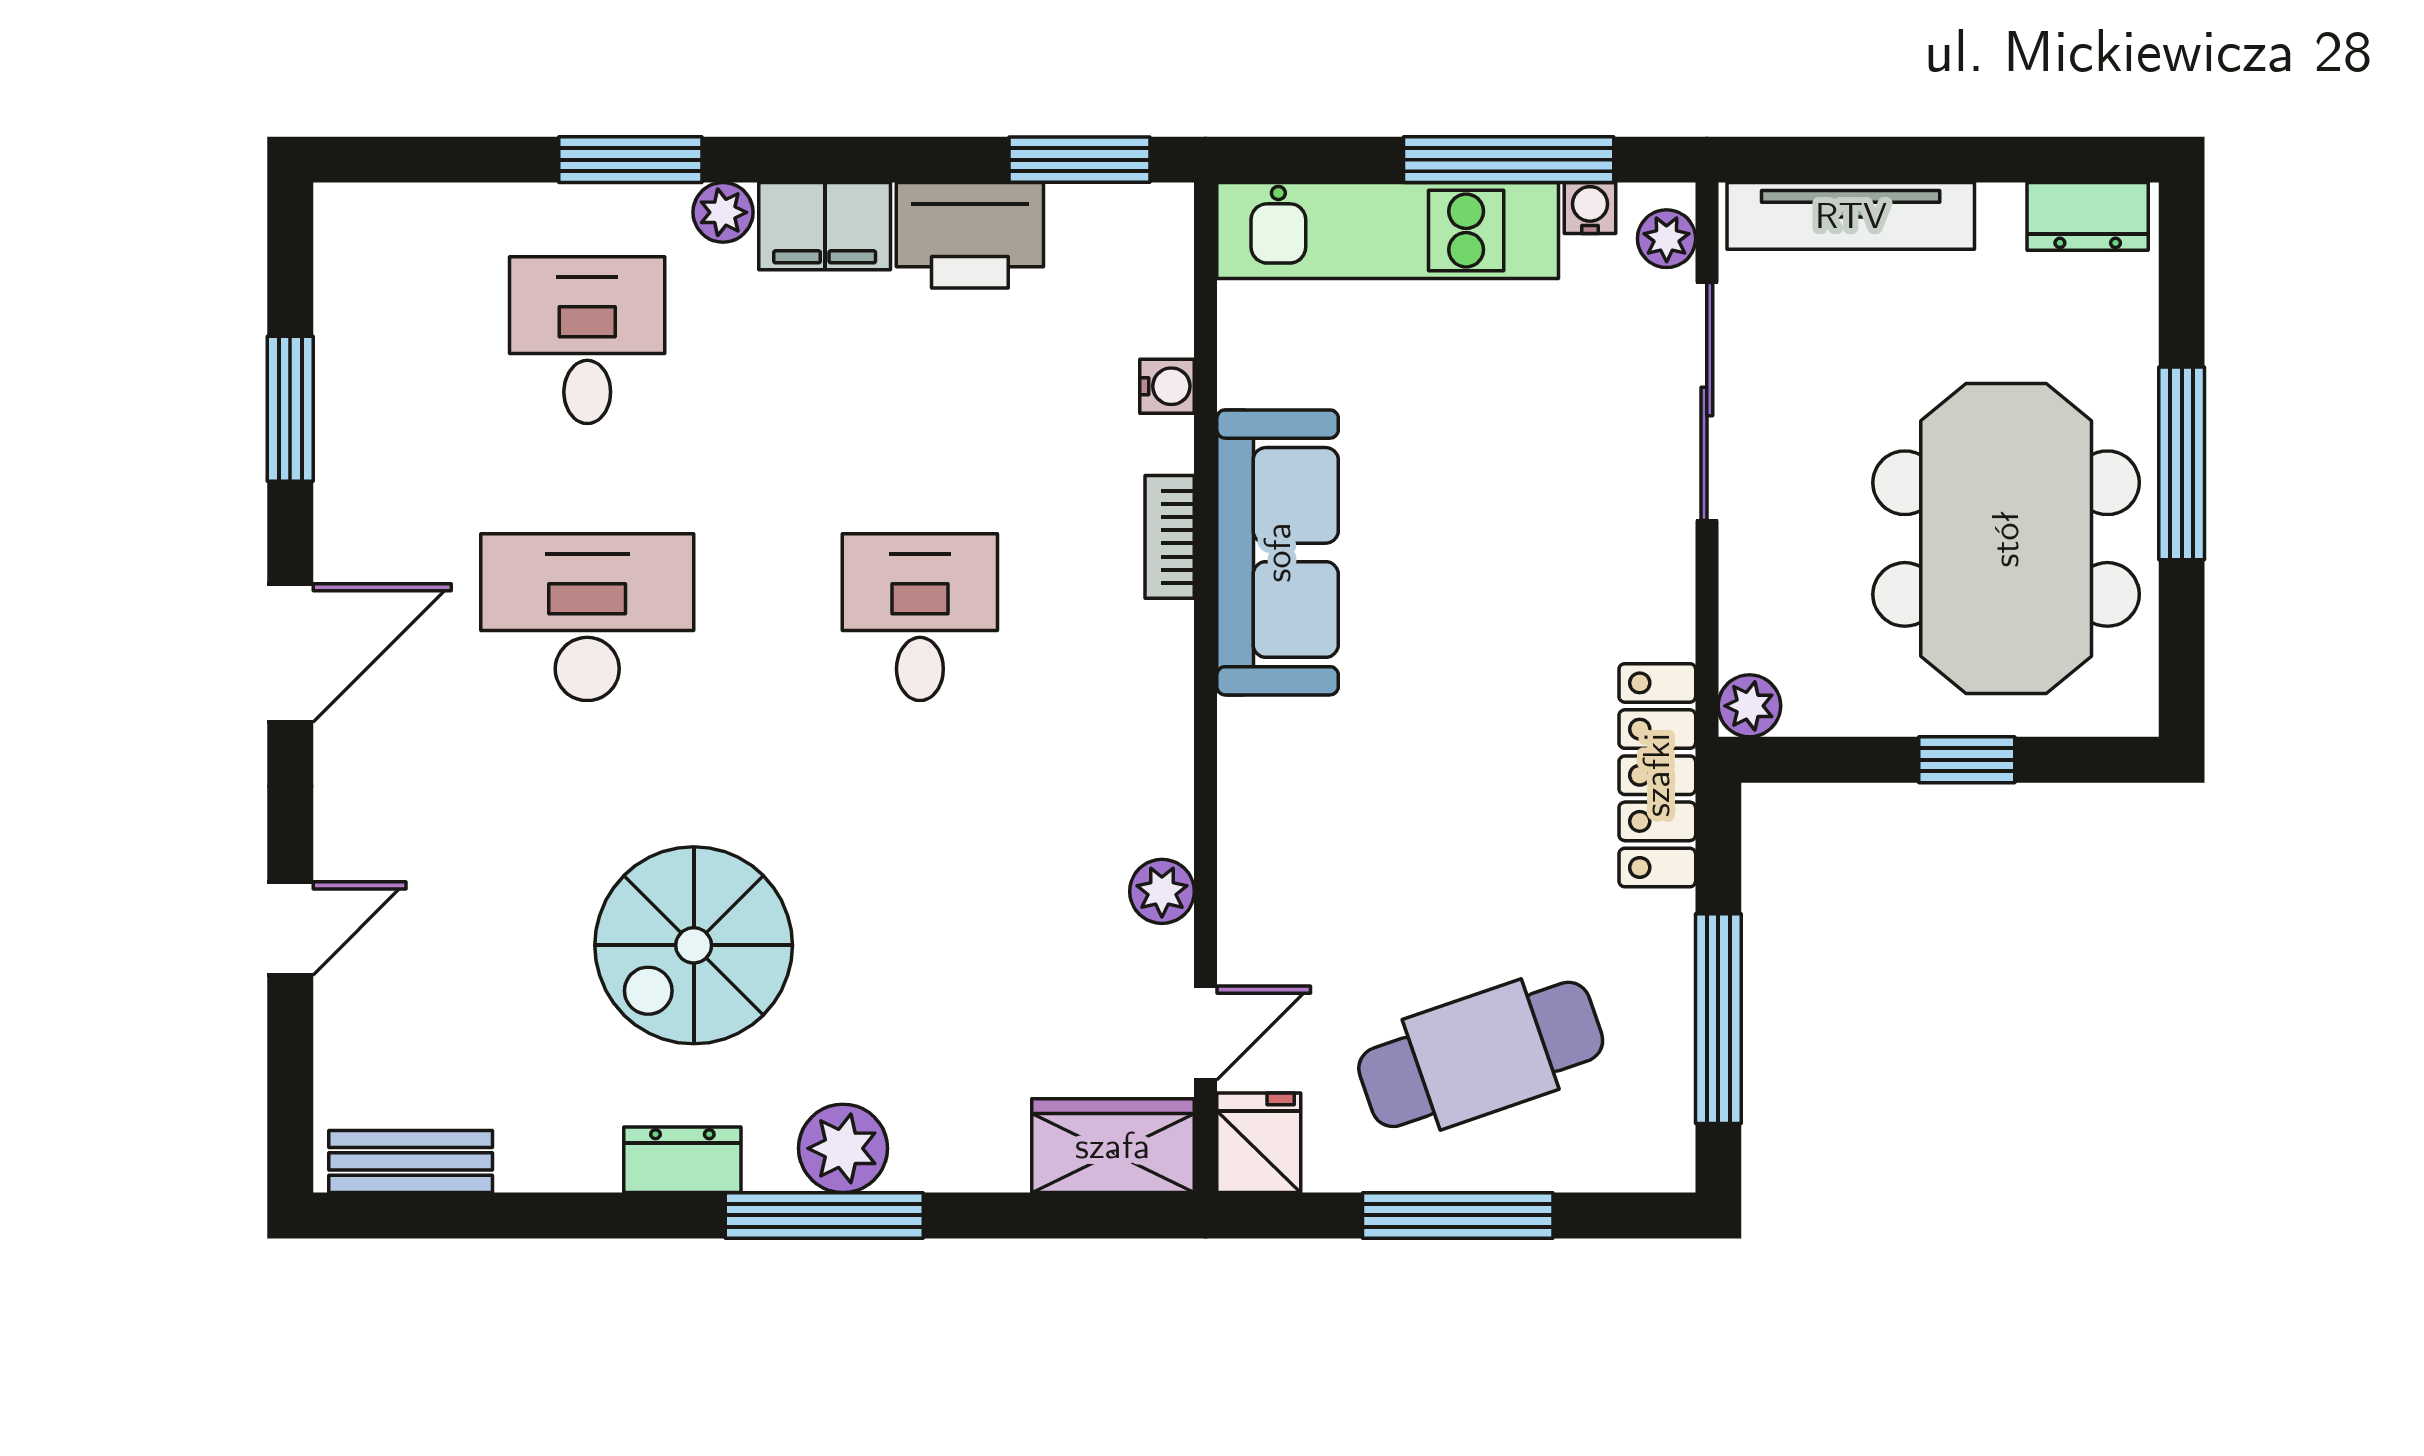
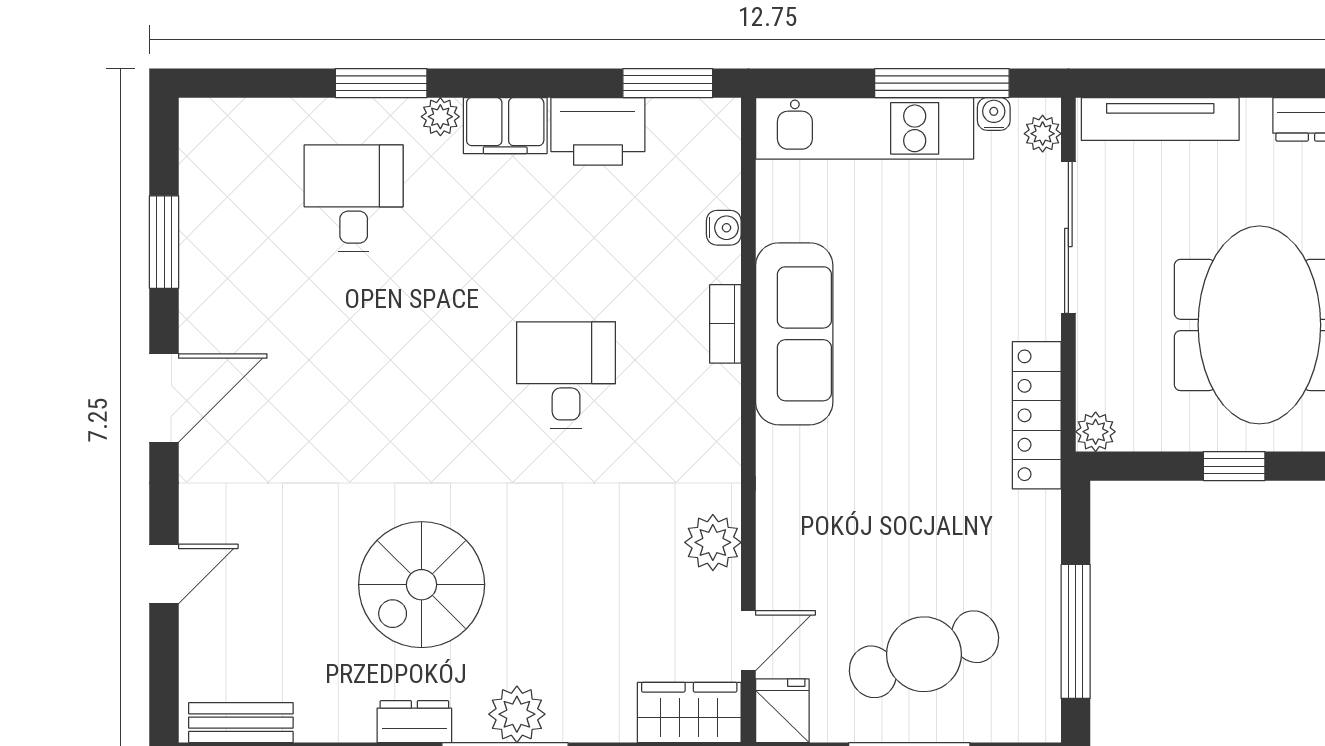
desk: (587, 617) -> (354, 375), removed
locker: (1657, 775) -> (1037, 415), moved
plant: (1162, 891) -> (713, 542), width x1.38, depth x1.38

